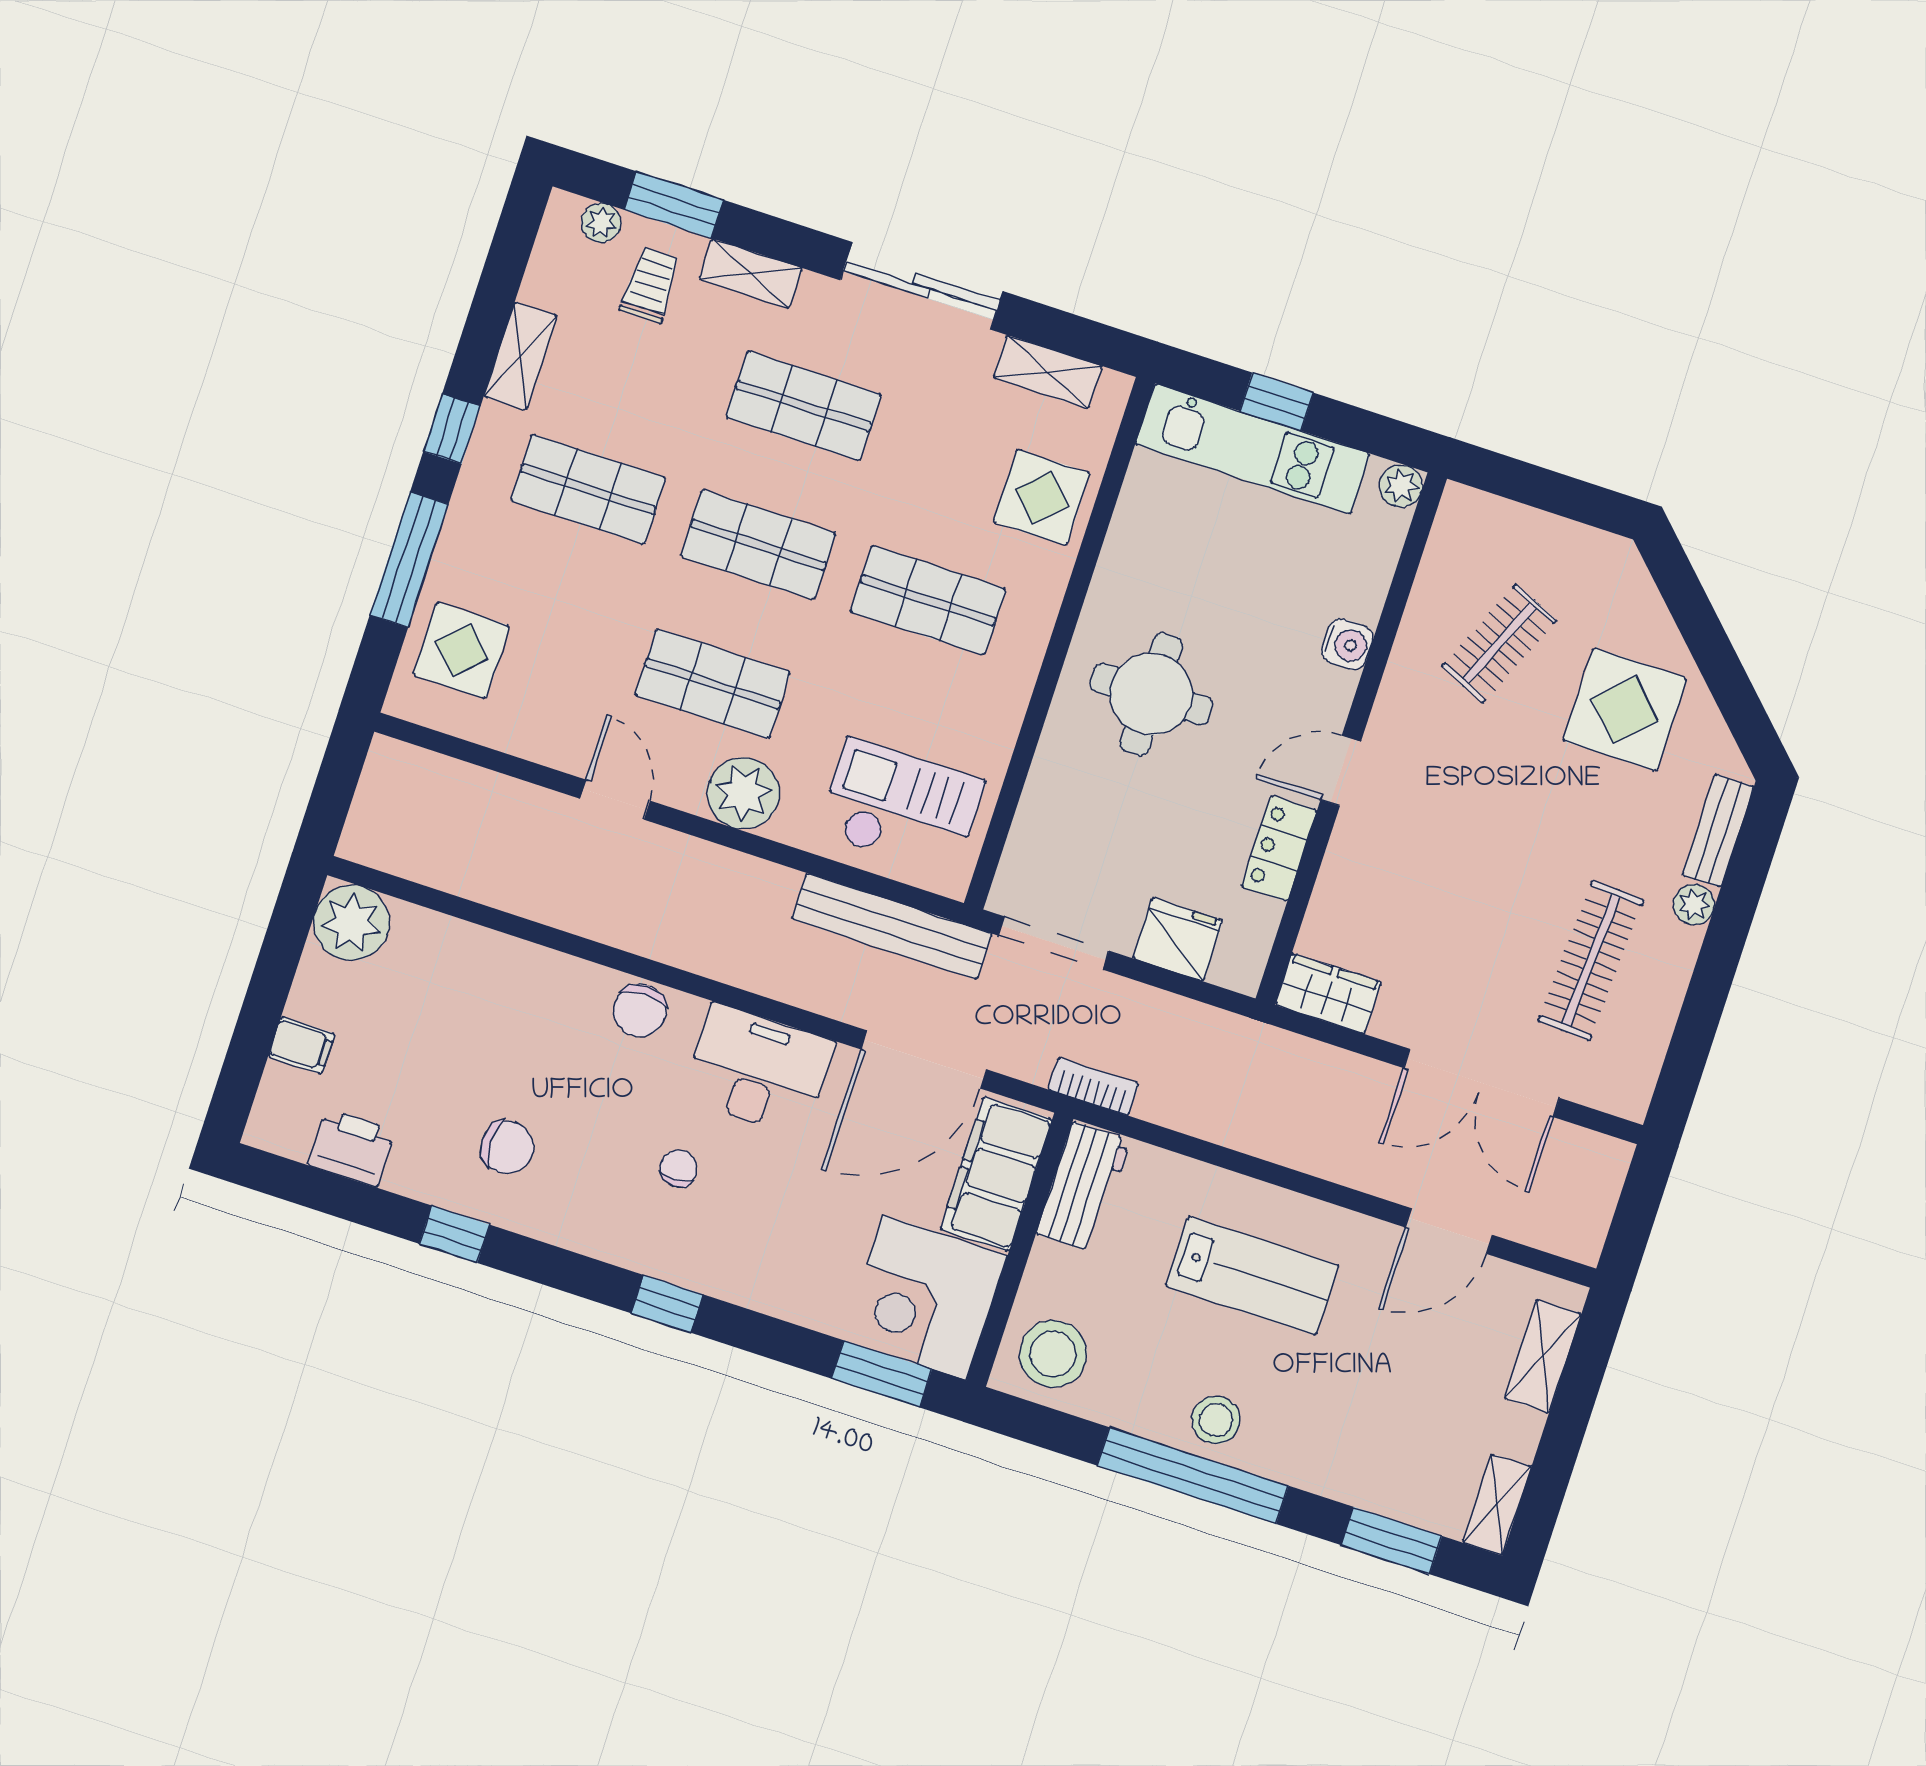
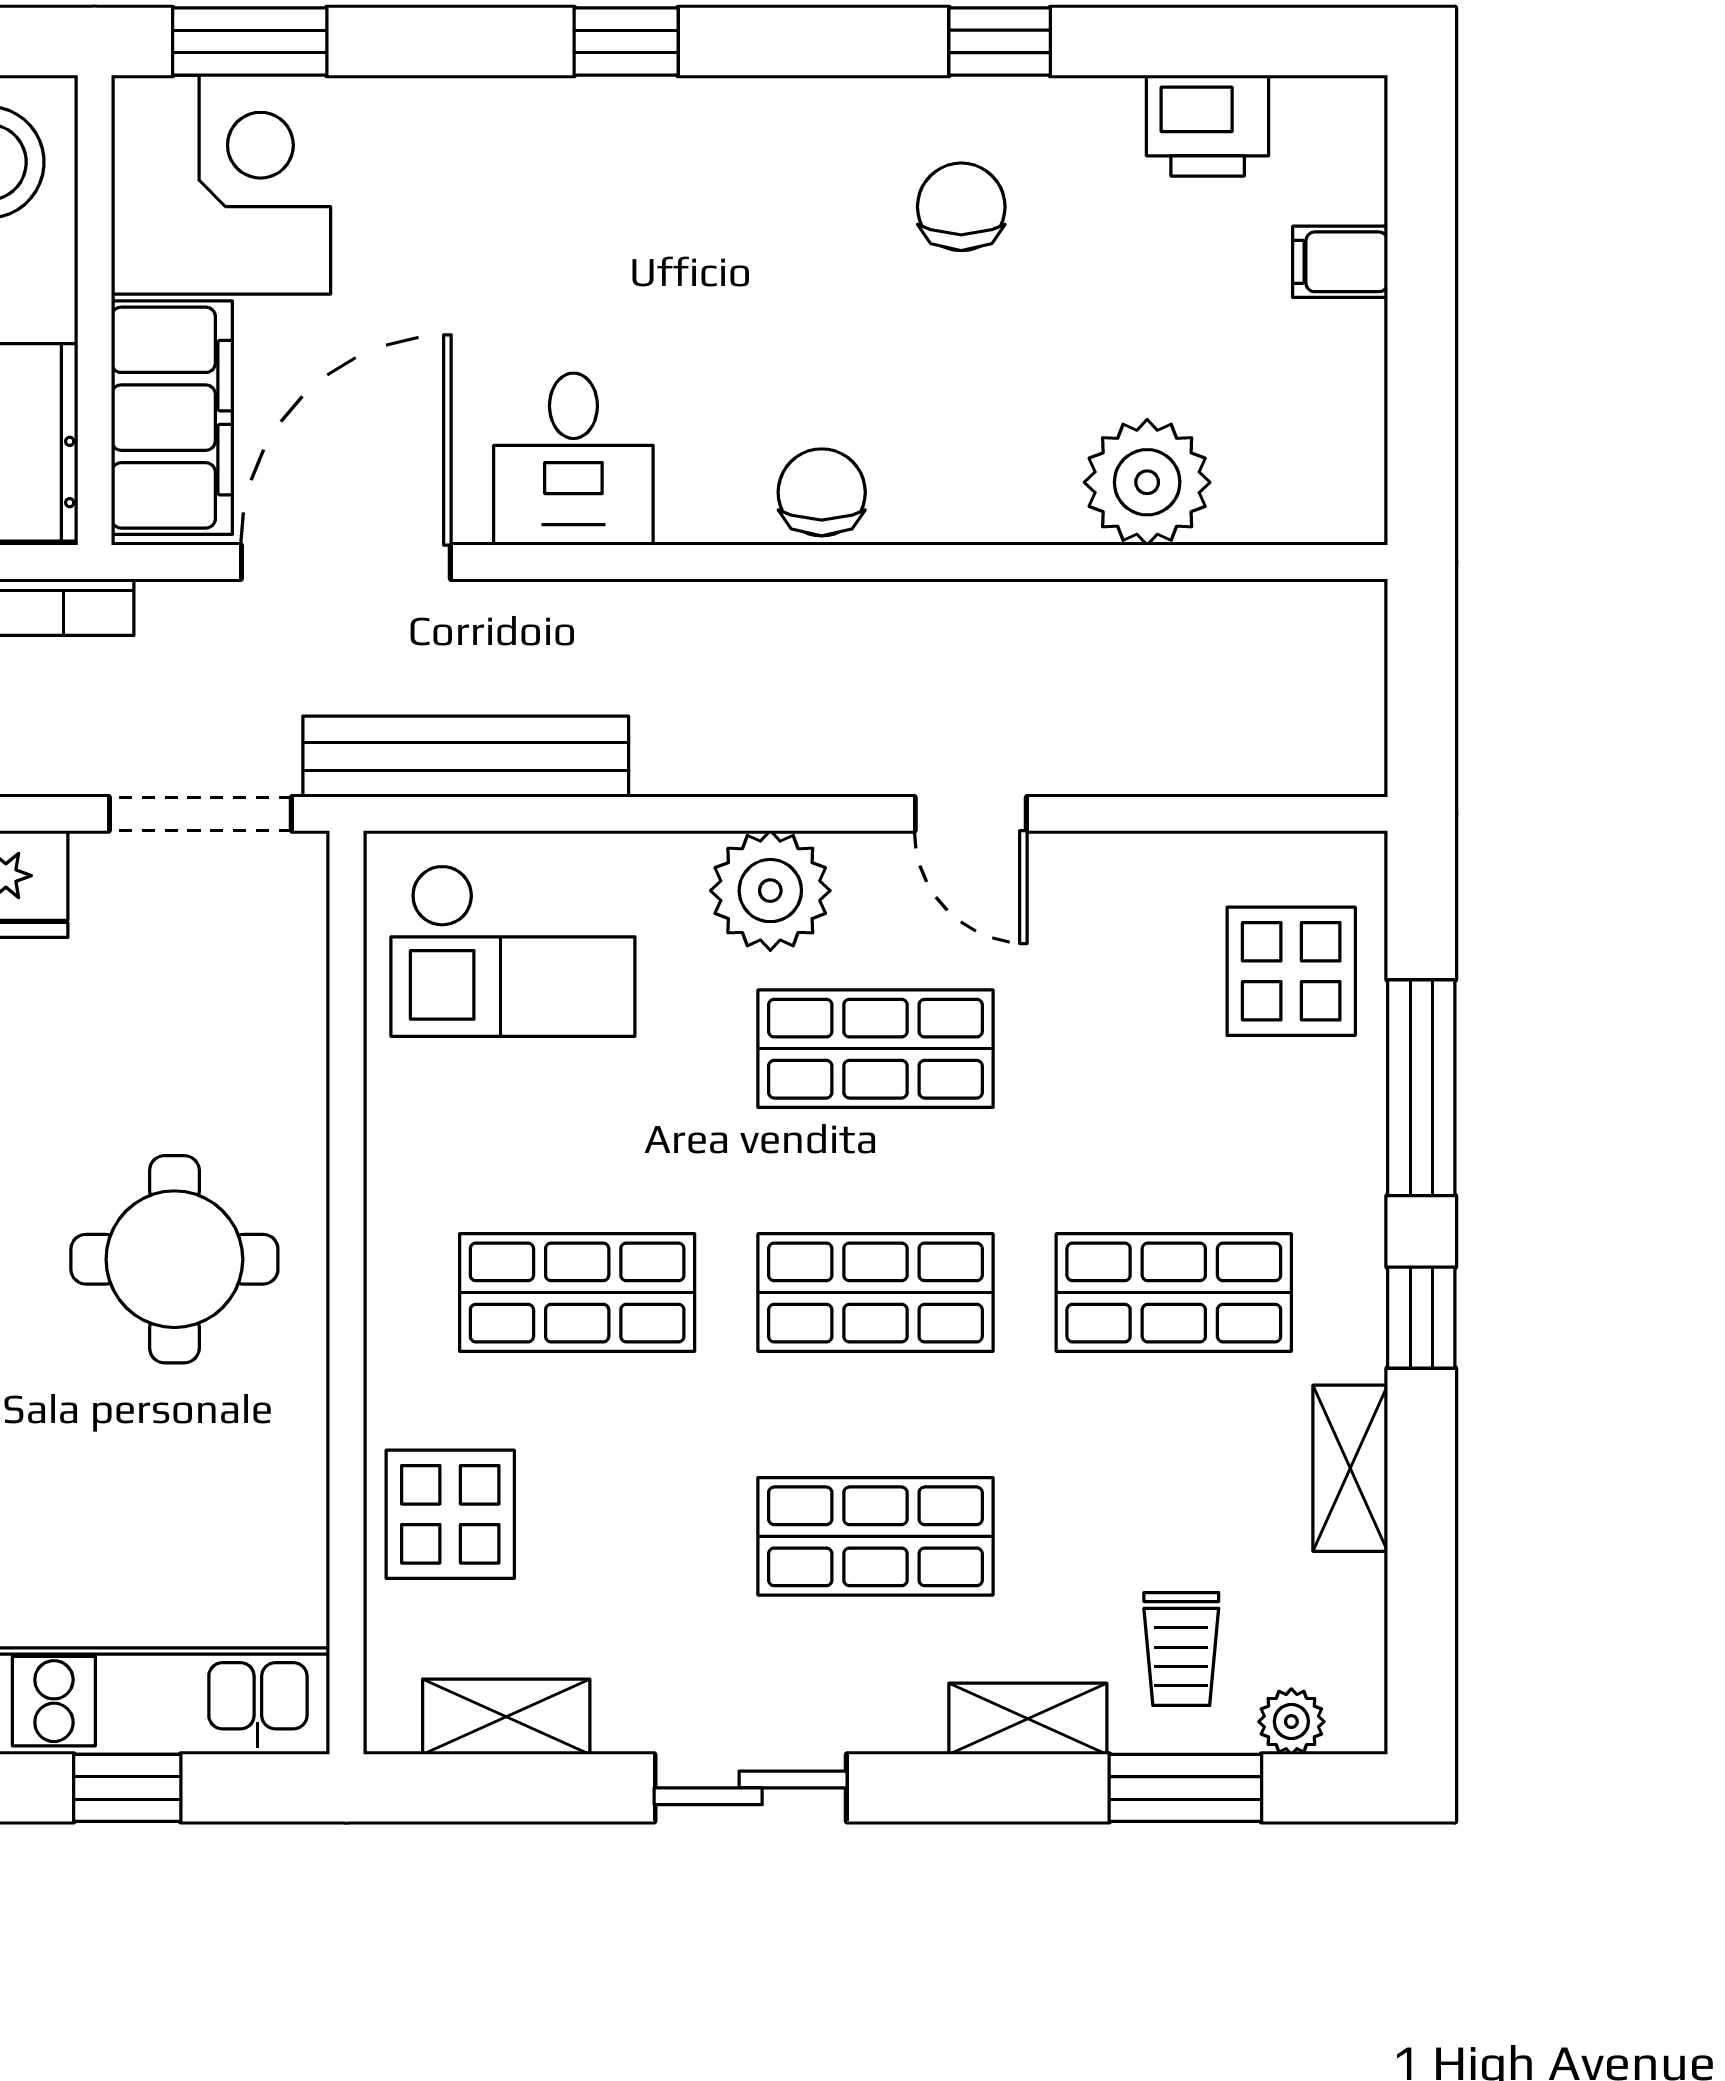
sliding door: (922, 286) -> (751, 1788), width x0.73
plant: (351, 923) -> (1147, 482), moved
desk: (758, 1070) -> (573, 459), width x0.73
chair: (507, 1147) -> (961, 207), turned 90
chair: (679, 1168) -> (678, 262), removed

